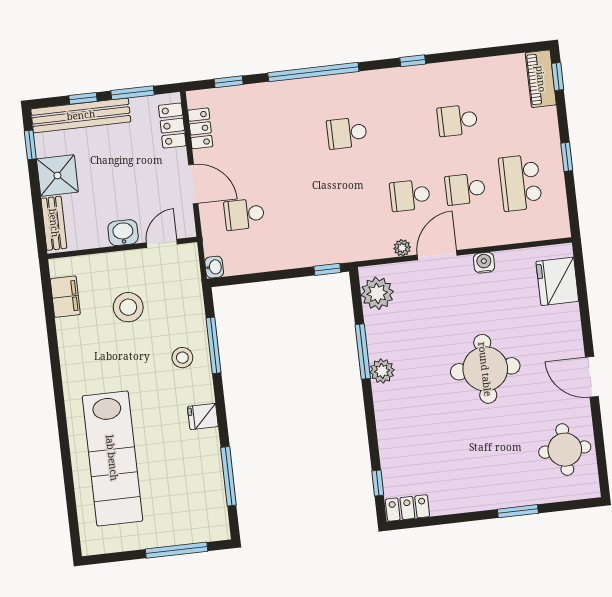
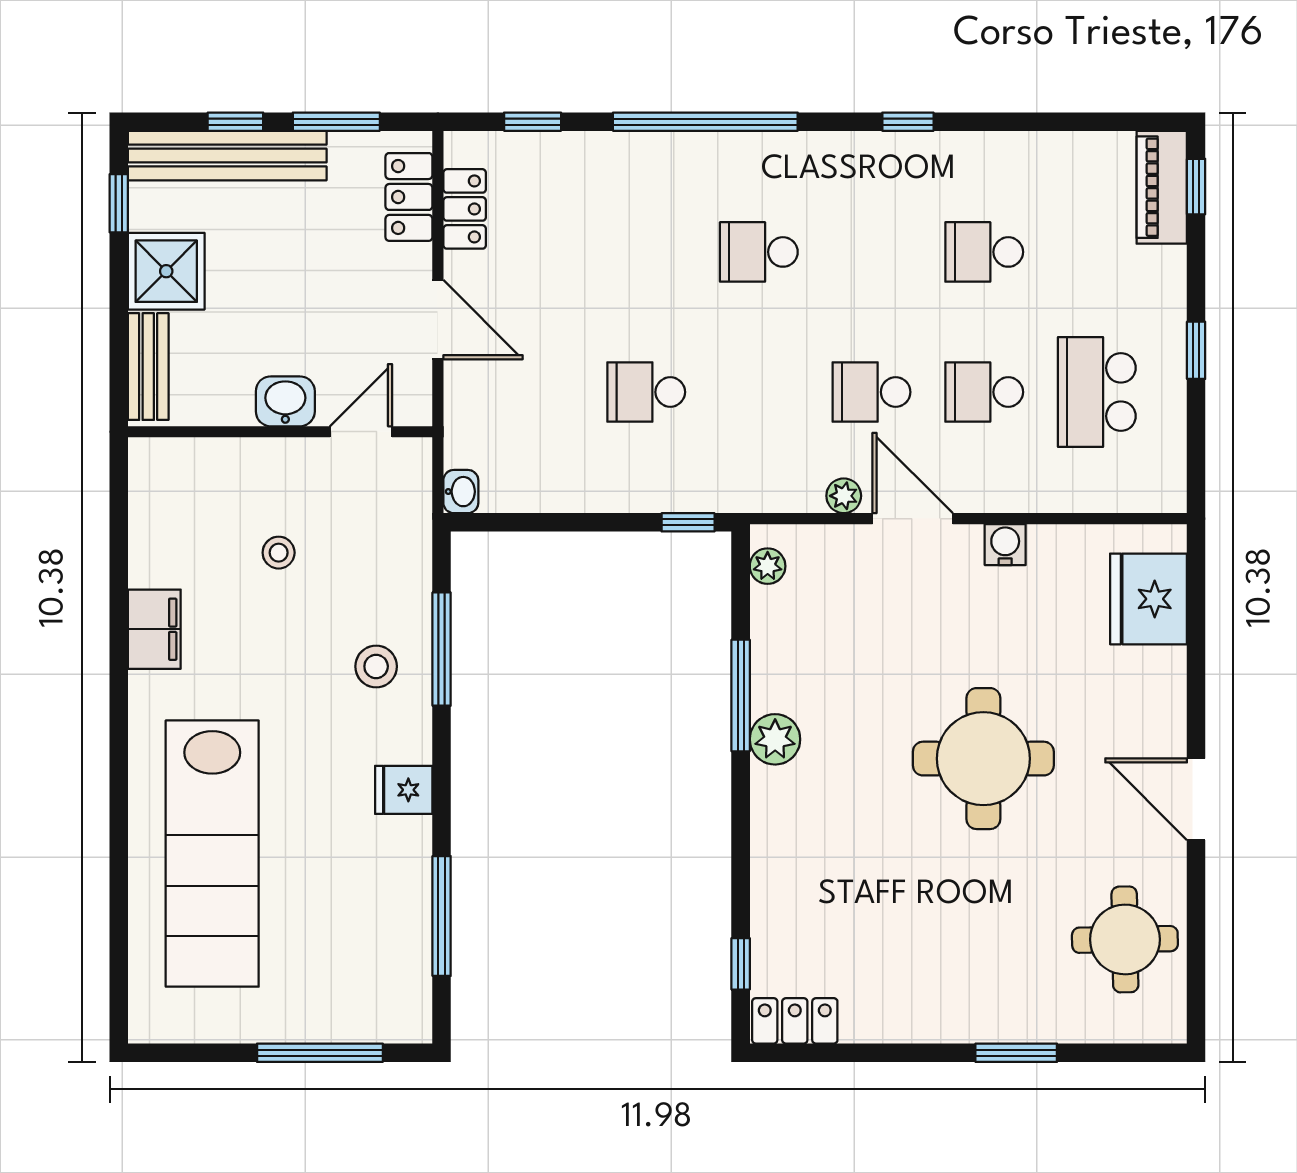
school desk: (244, 214) -> (646, 392), moved
door: (437, 255) -> (913, 519), hinge flipped
plant: (377, 293) -> (768, 566), width x0.53, depth x0.53
filing cabinet: (65, 297) -> (154, 629), moved
stool: (128, 307) -> (279, 553), width x0.53, depth x0.53

